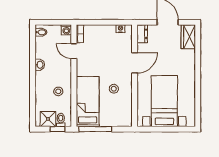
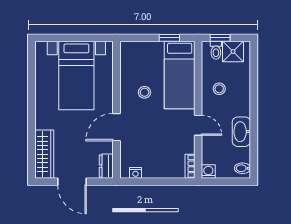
wardrobe: (188, 37) -> (44, 154), width x1.50
door: (74, 51) -> (198, 125), moved
washbasin: (40, 65) -> (241, 132), width x1.91, depth x1.45
window: (95, 129) -> (169, 38), width x0.46

